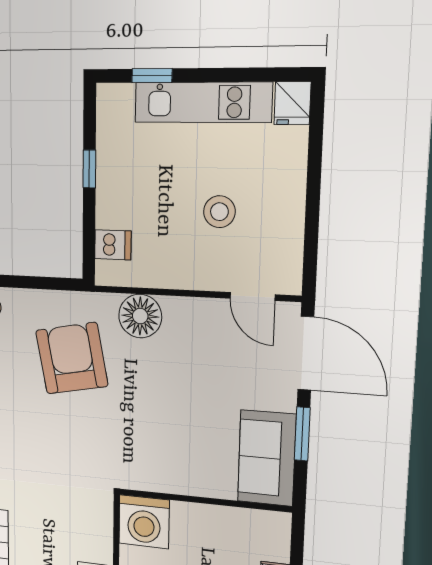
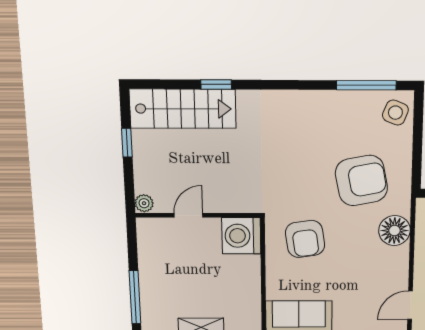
armchair: (150, 439) -> (305, 239), added

